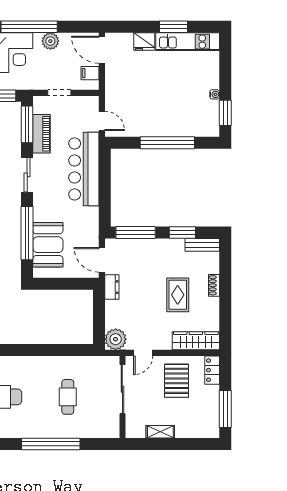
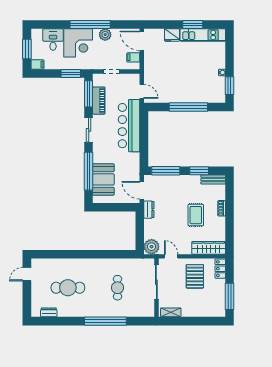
door: (143, 353) -> (171, 256), swing flipped
shelving: (160, 432) -> (171, 312), moved

